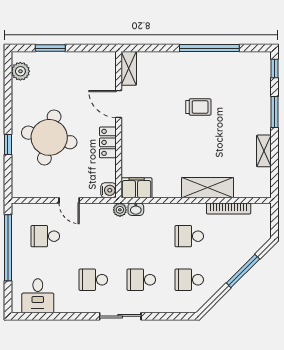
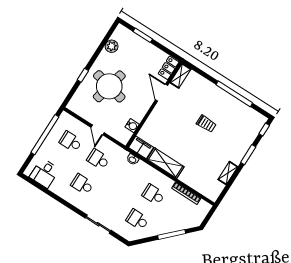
plant: (20, 71) -> (112, 46), moved
locker: (108, 142) -> (169, 68), moved
shelving: (208, 188) -> (165, 163), moved
water cooler: (109, 190) -> (132, 126), moved
plant: (120, 210) -> (123, 154), removed
school desk: (141, 280) -> (98, 159), moved
sliding door: (120, 316) -> (98, 224), moved

